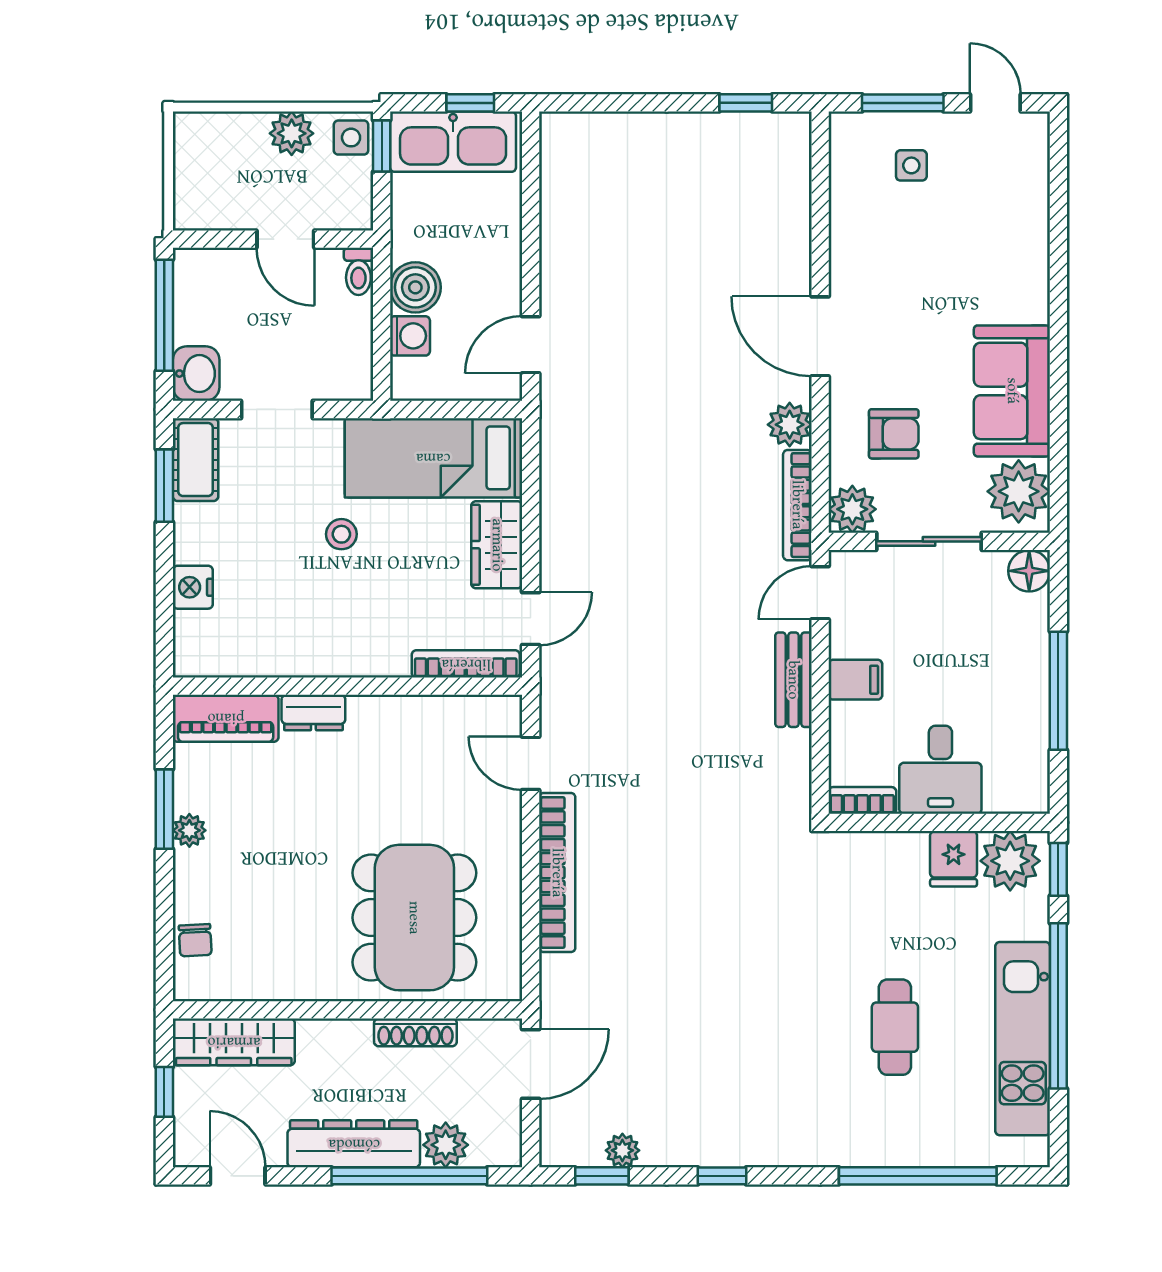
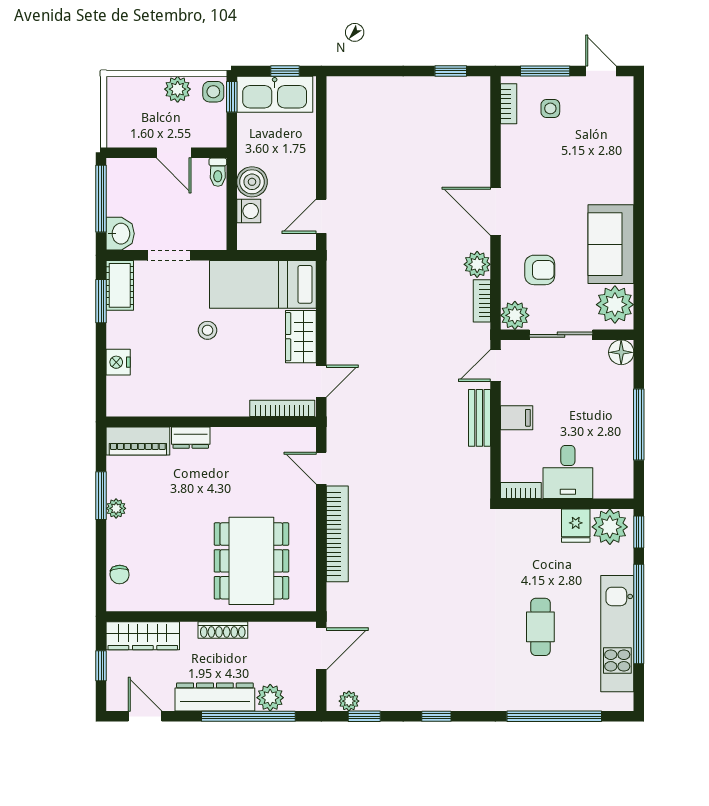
bookcase: (842, 158) -> (509, 104), added
bookcase: (797, 505) -> (482, 301), width x0.64
shoe rack: (415, 1032) -> (223, 630), moved
plant: (622, 1150) -> (349, 701), moved

